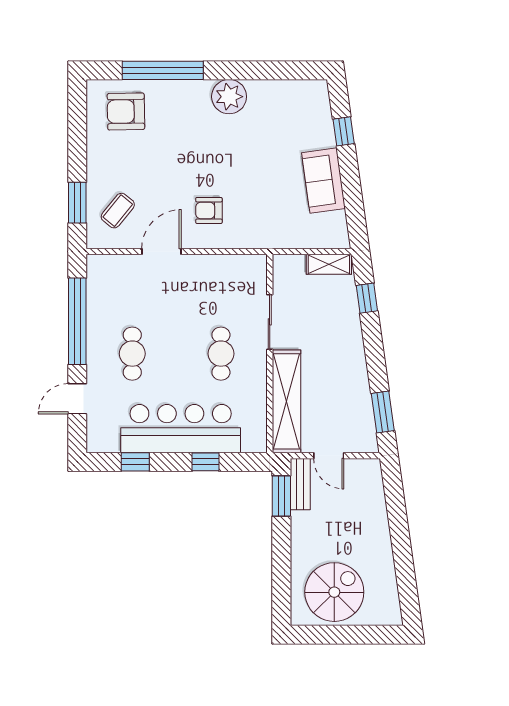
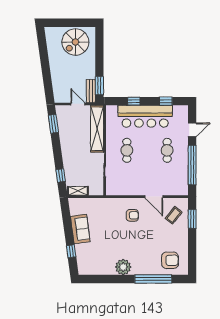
door: (161, 252) -> (154, 197), hinge flipped

